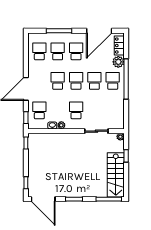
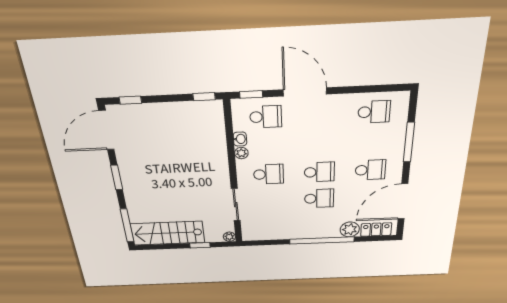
door: (99, 31) -> (403, 202), hinge flipped
school desk: (58, 51) -> (372, 142), removed
school desk: (58, 81) -> (320, 144), removed
school desk: (113, 81) -> (319, 223), removed

